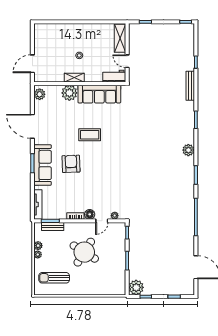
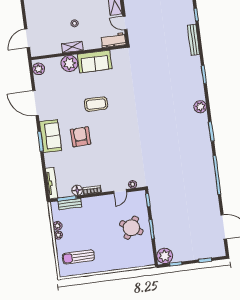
sofa: (99, 94) -> (95, 61), width x0.73
sofa: (43, 165) -> (50, 136), width x0.73
floor lamp: (90, 214) -> (77, 190), moved
round table: (84, 252) -> (131, 228), moved, width x0.73, depth x0.73

